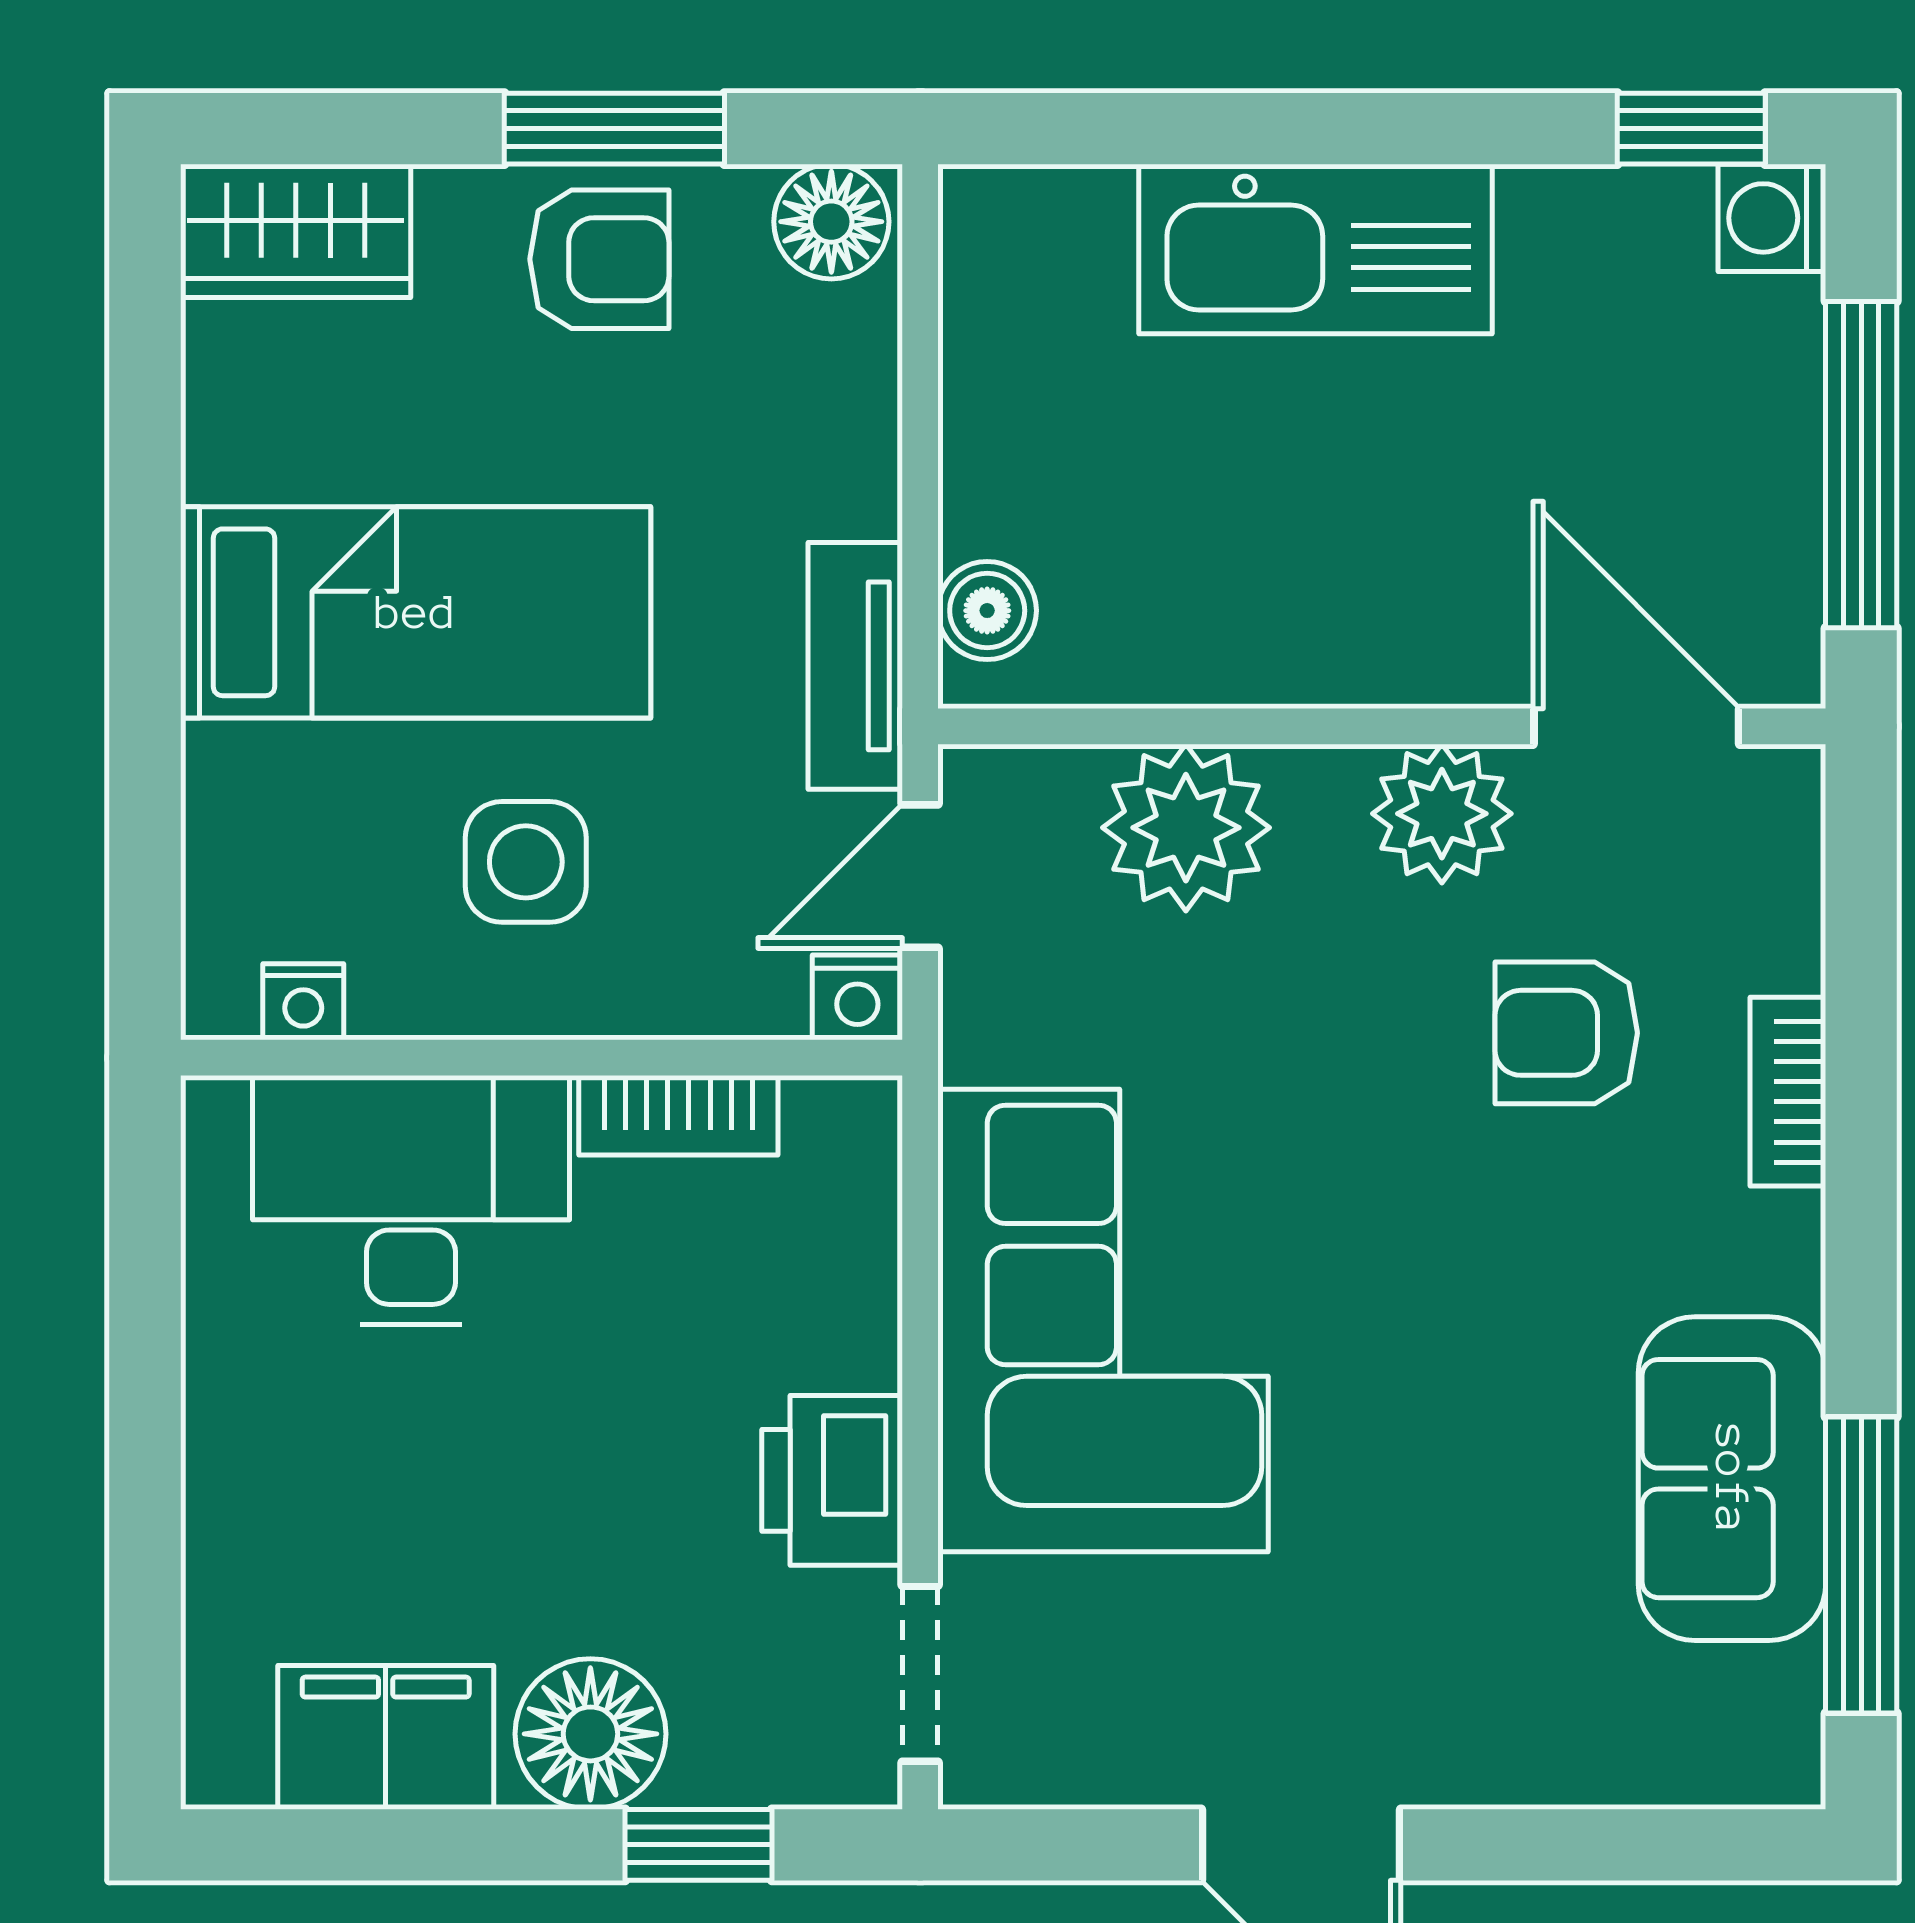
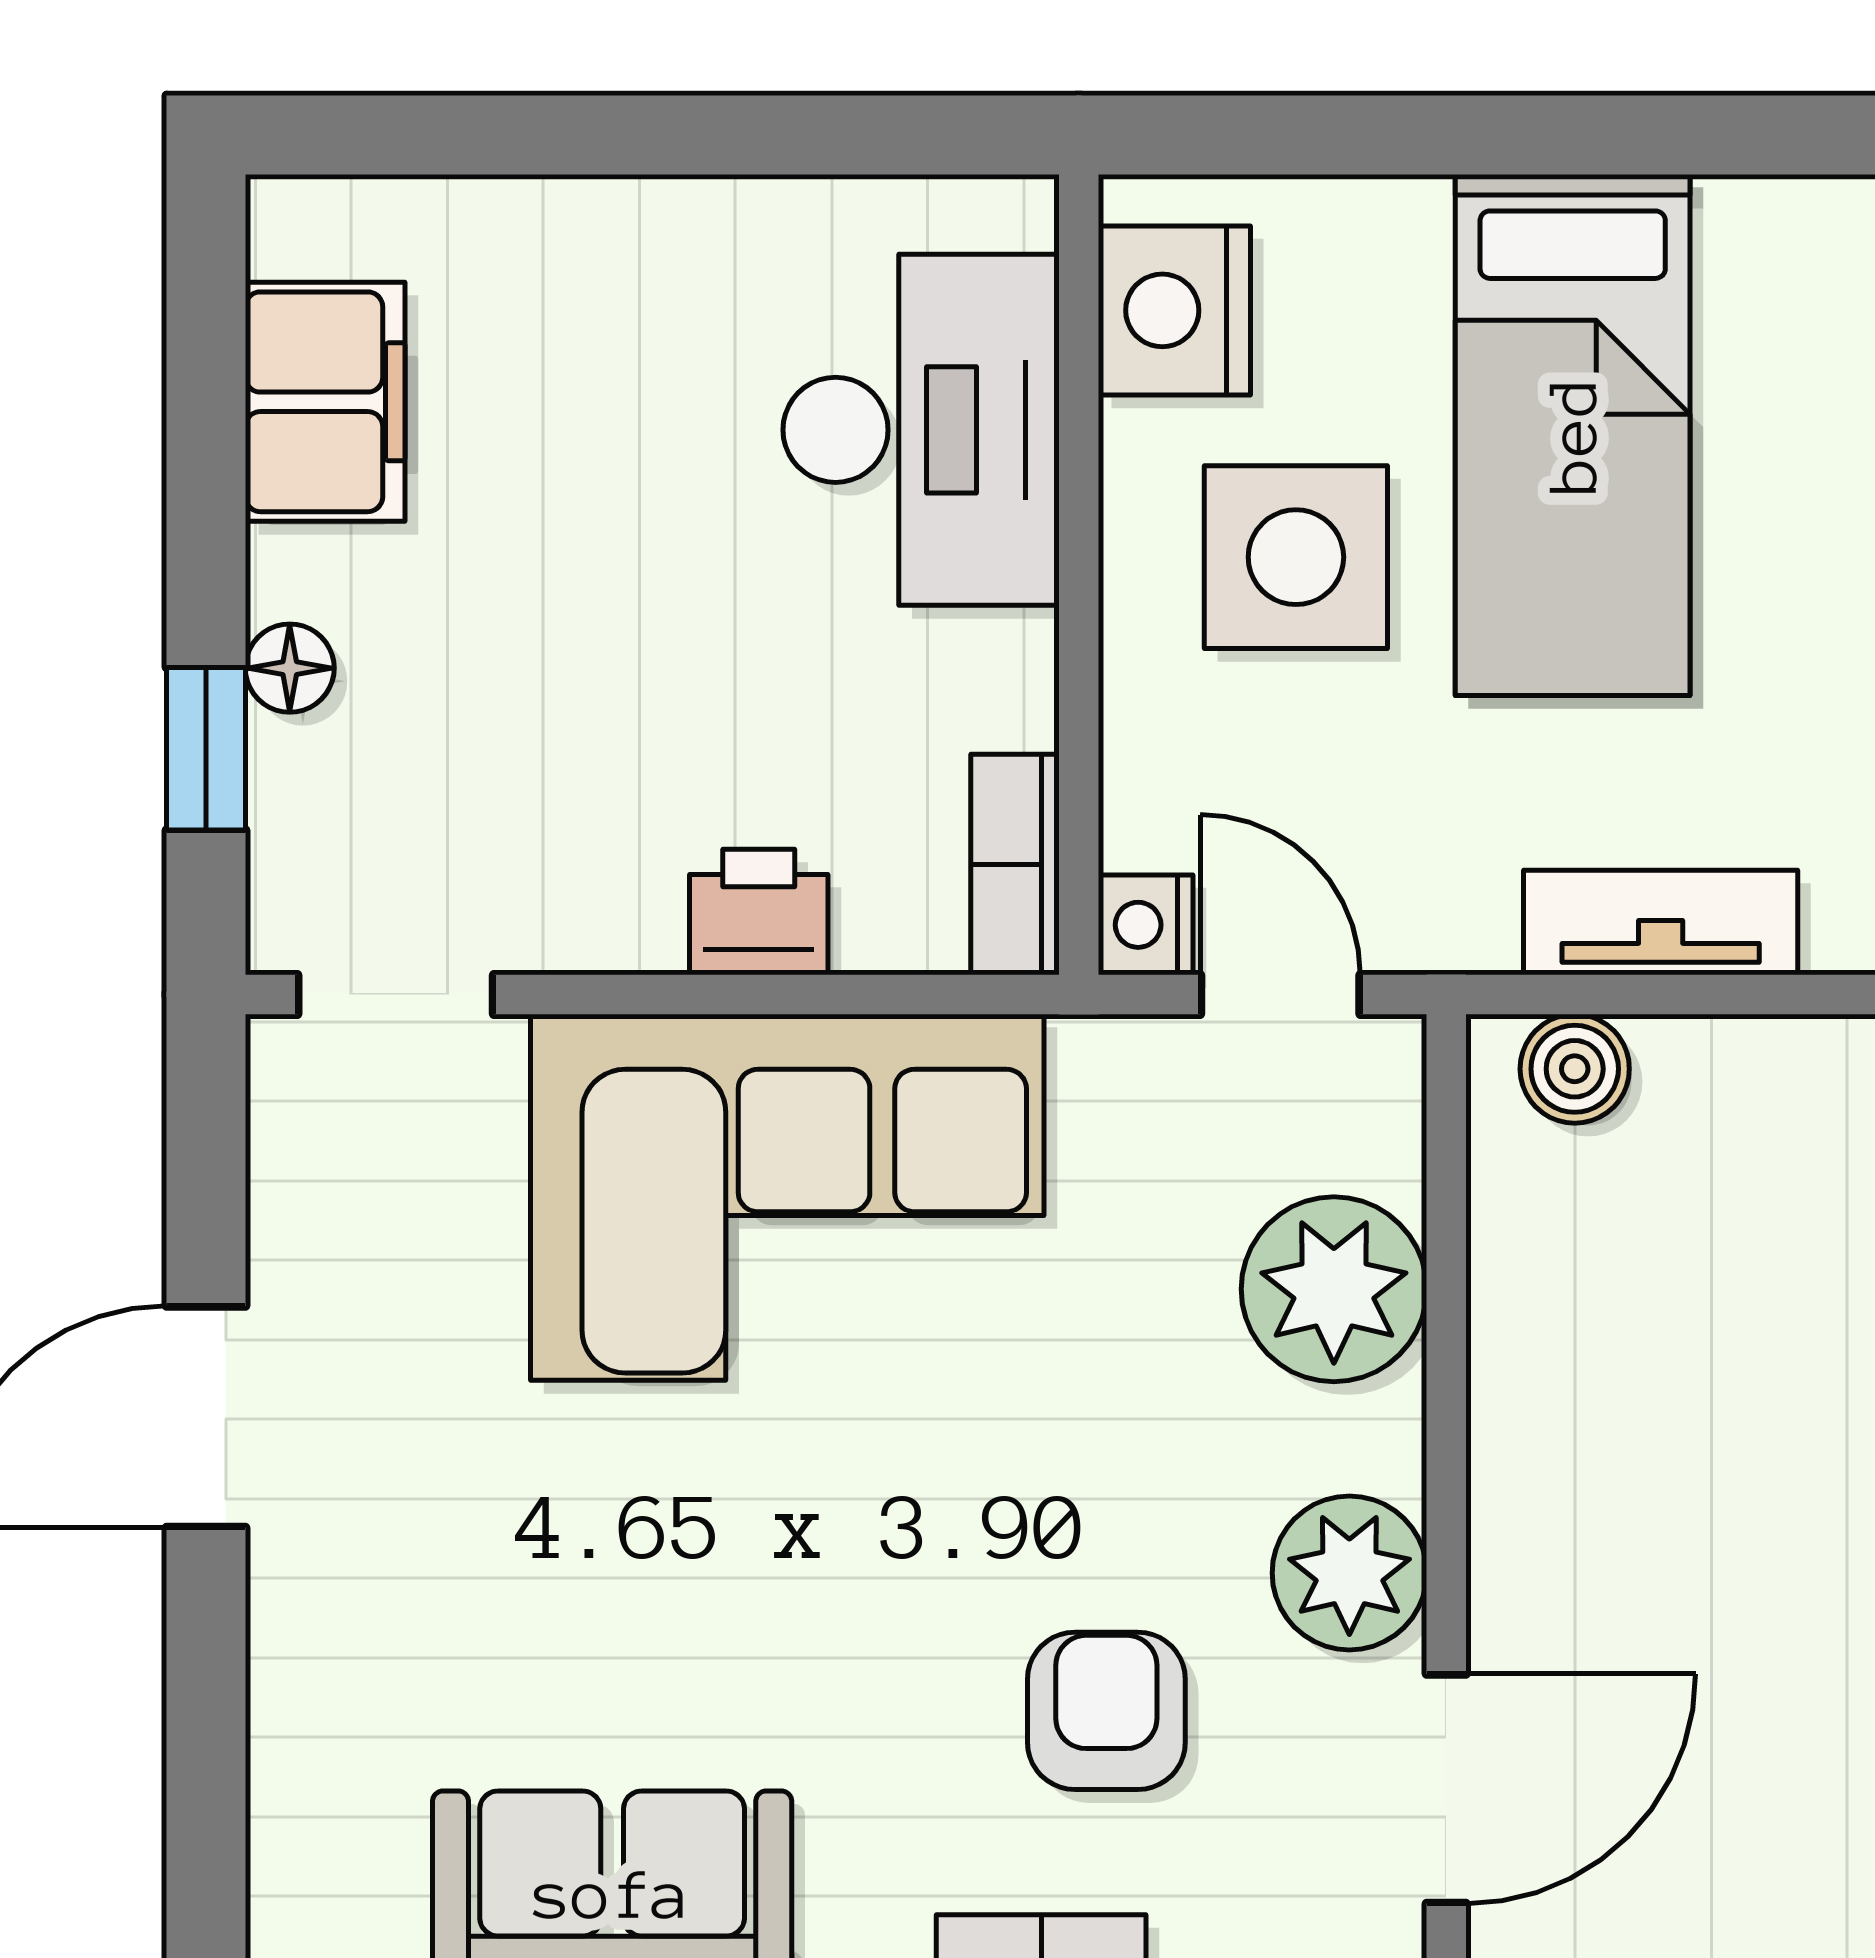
tv unit: (855, 666) -> (1661, 923), moved
side table: (526, 862) -> (1296, 557), width x1.37, depth x1.37
nightstand: (303, 1002) -> (1174, 310), width x1.89, depth x1.79
bookcase: (678, 1115) -> (1015, 865), moved
printer: (832, 1480) -> (759, 912), moved, width x0.73, depth x0.81
floor lamp: (590, 1734) -> (290, 668), width x0.53, depth x0.53

